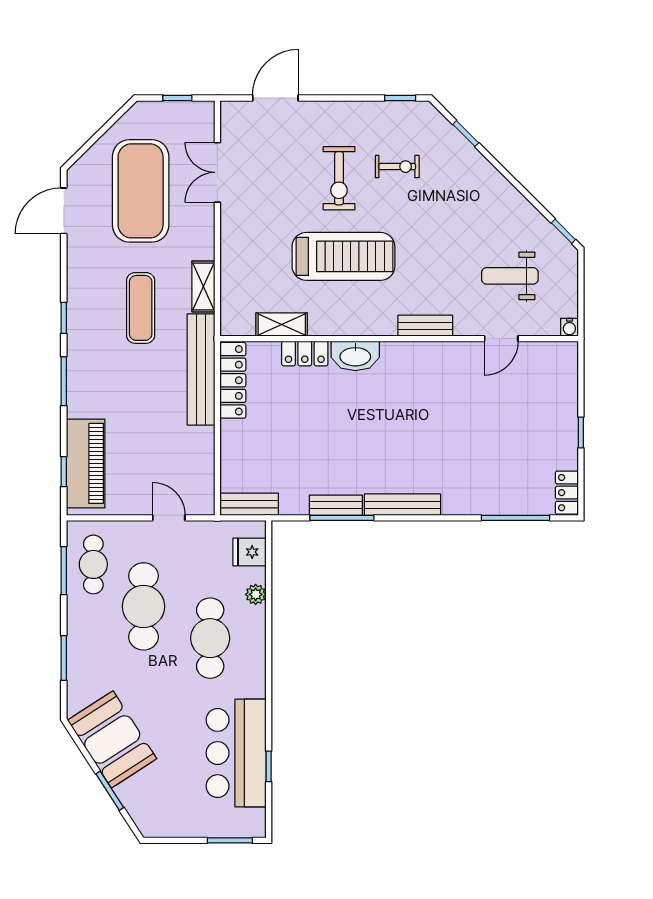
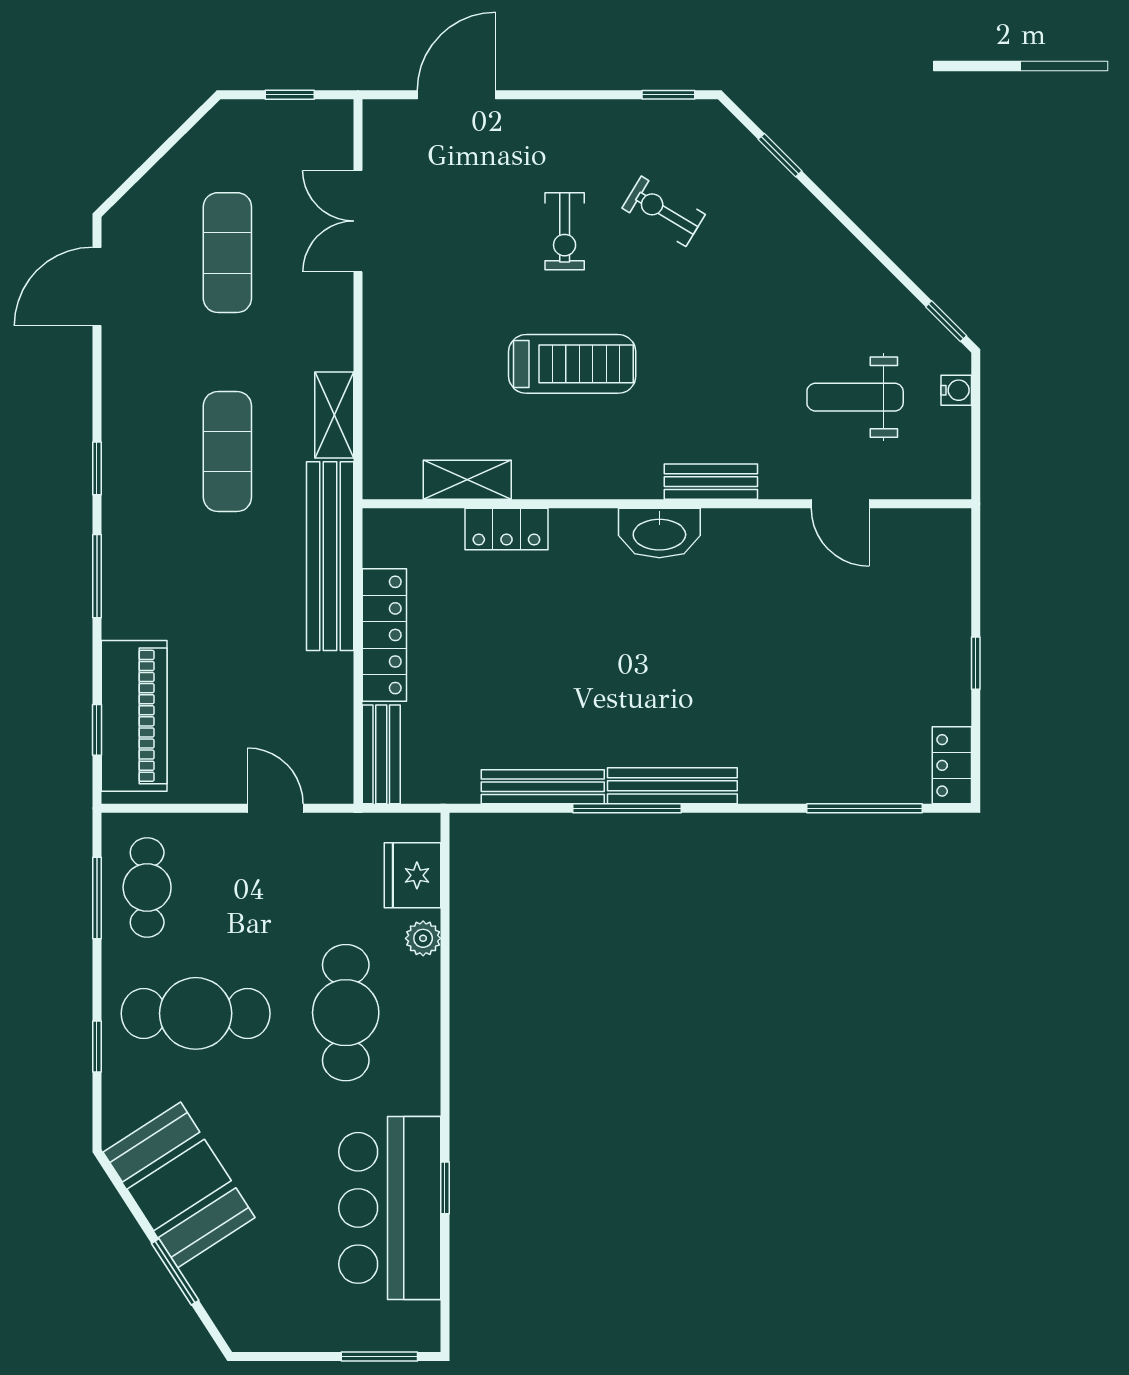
exercise bike: (397, 167) -> (664, 211), turned -149
exercise bike: (339, 178) -> (565, 231), width x0.73, depth x0.72
exercise mat: (141, 191) -> (227, 253), width x0.50, depth x0.69
treadmill: (343, 256) -> (572, 364), width x0.73, depth x0.73
water cooler: (569, 327) -> (956, 390), moved, turned -90
door: (501, 339) -> (840, 504), hinge flipped
washbasin: (355, 356) -> (659, 533), moved
locker: (233, 380) -> (384, 635), moved
bench: (249, 504) -> (381, 754), moved, turned 90
bench: (336, 505) -> (543, 787), width x1.36
window: (342, 518) -> (627, 808), moved
fridge: (250, 552) -> (412, 875), width x1.38
cafe table: (143, 606) -> (196, 1013), moved, turned 90
window: (64, 658) -> (97, 1046), width x0.67
window: (269, 766) -> (445, 1188), moved

